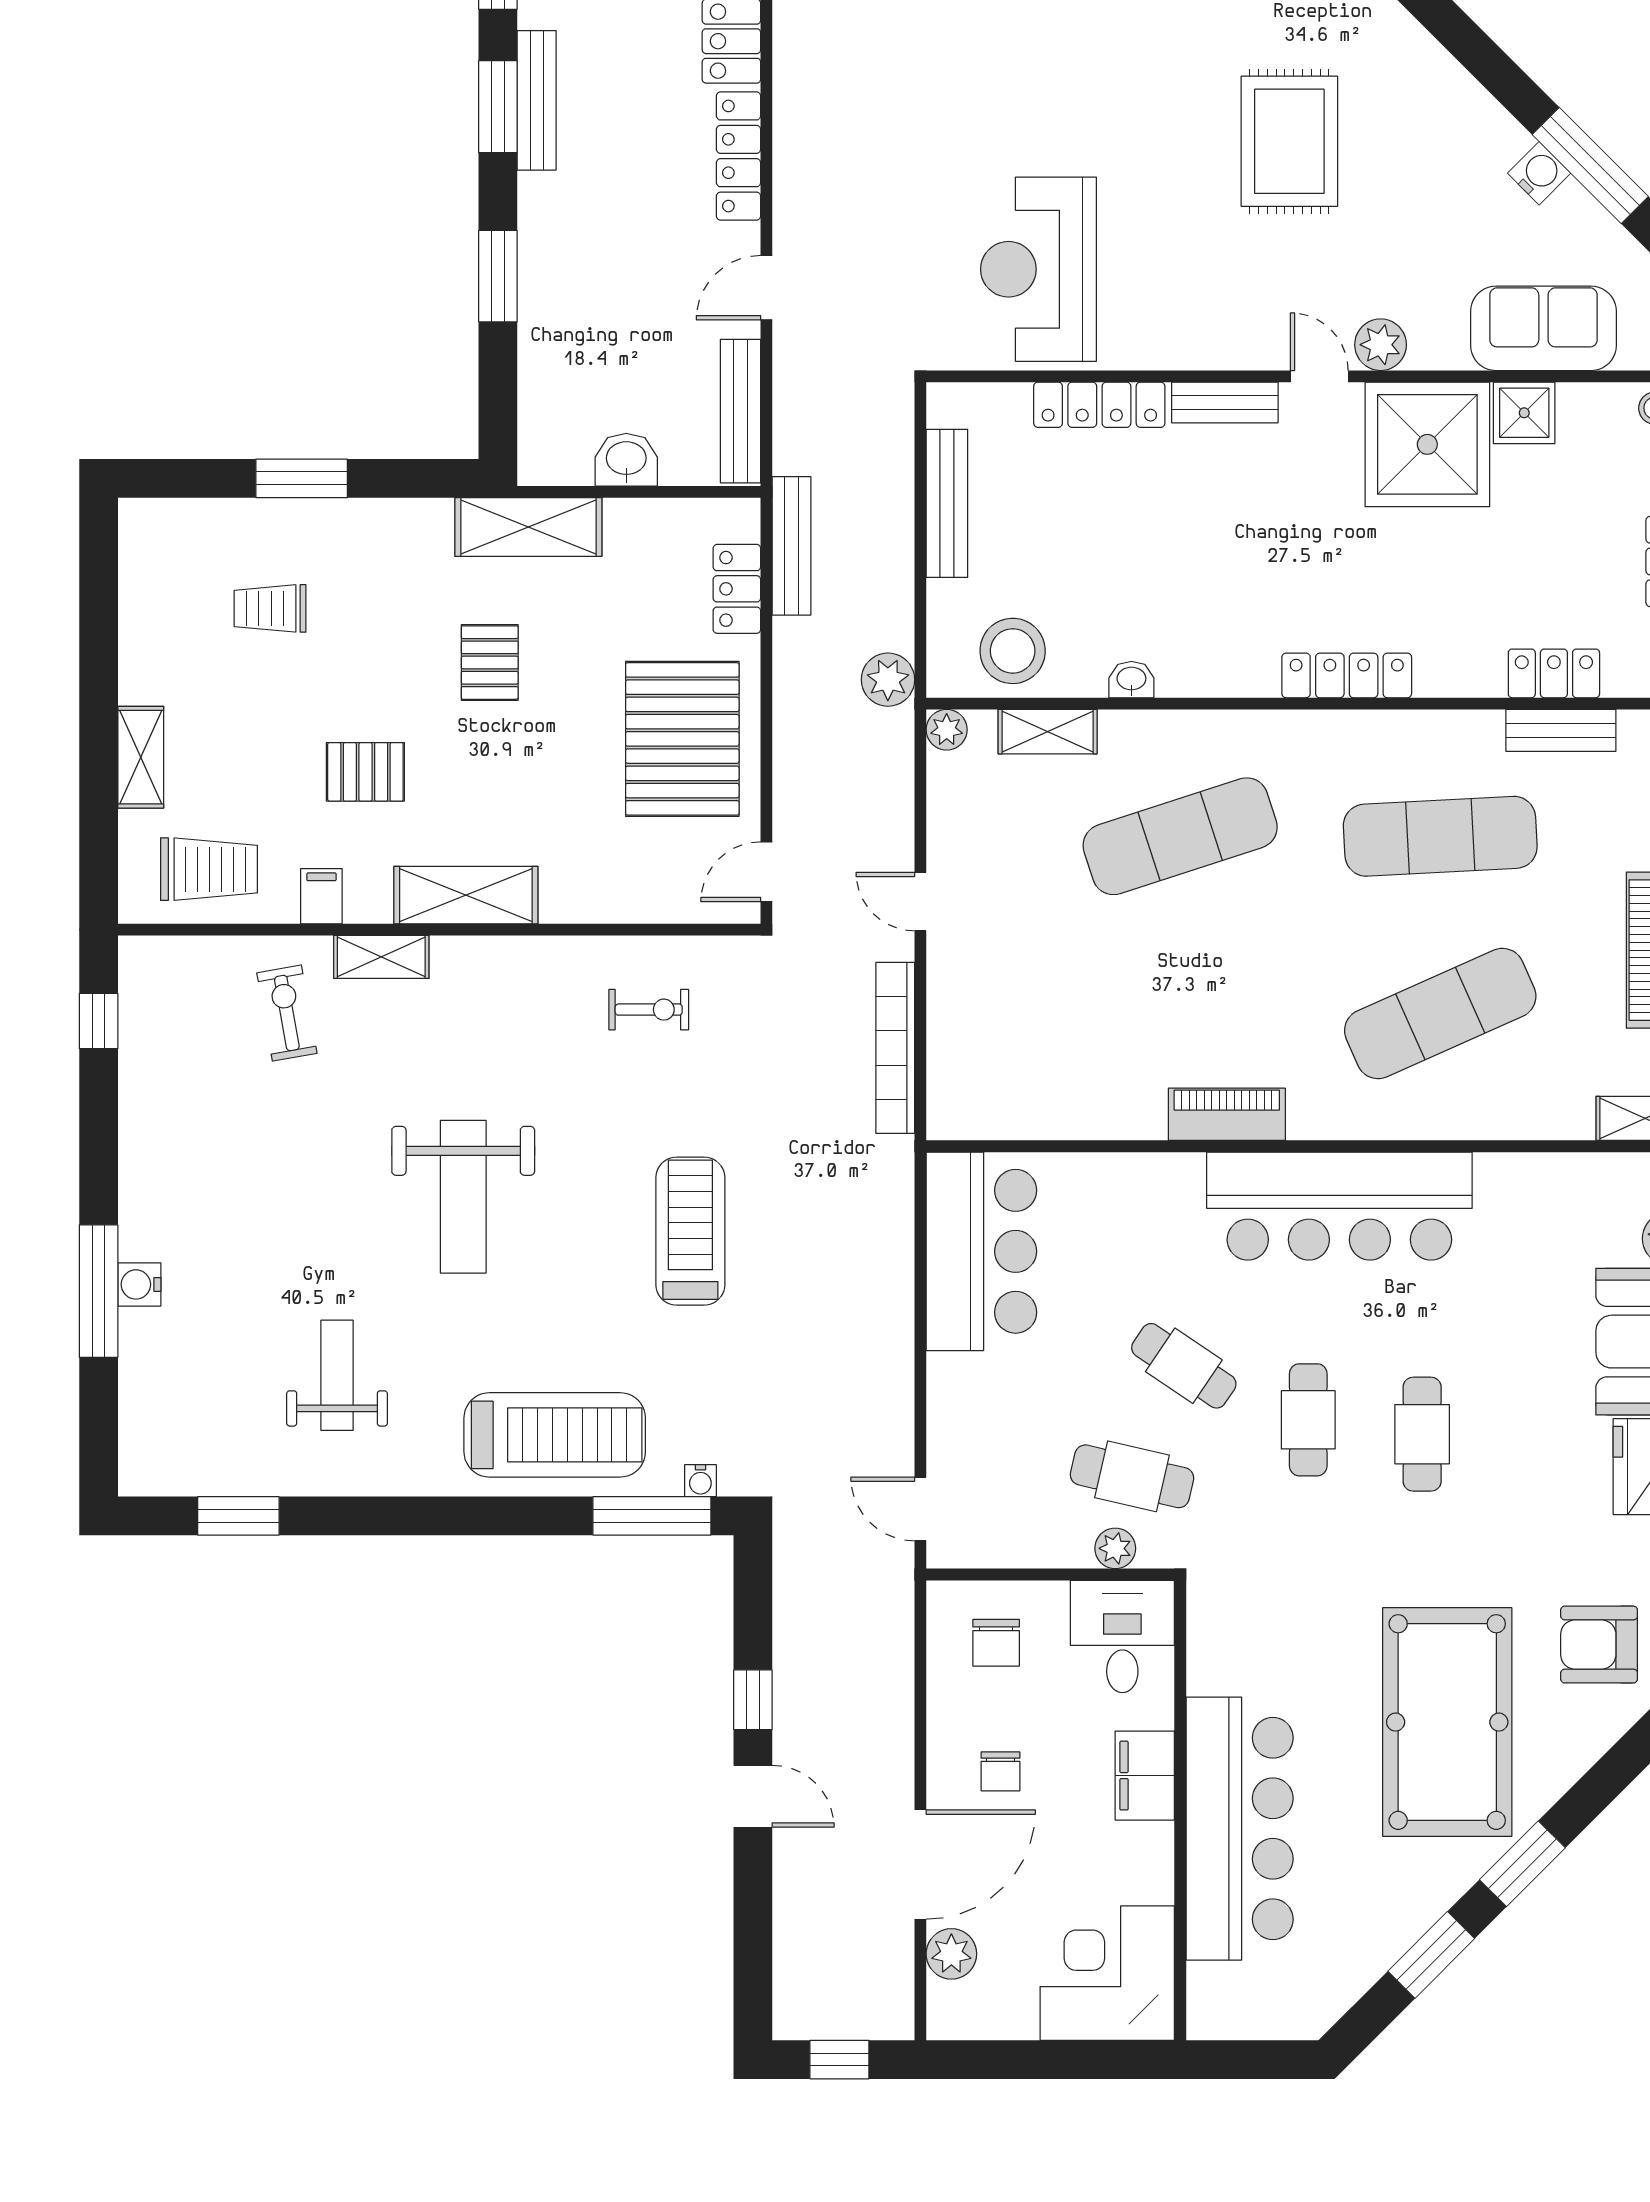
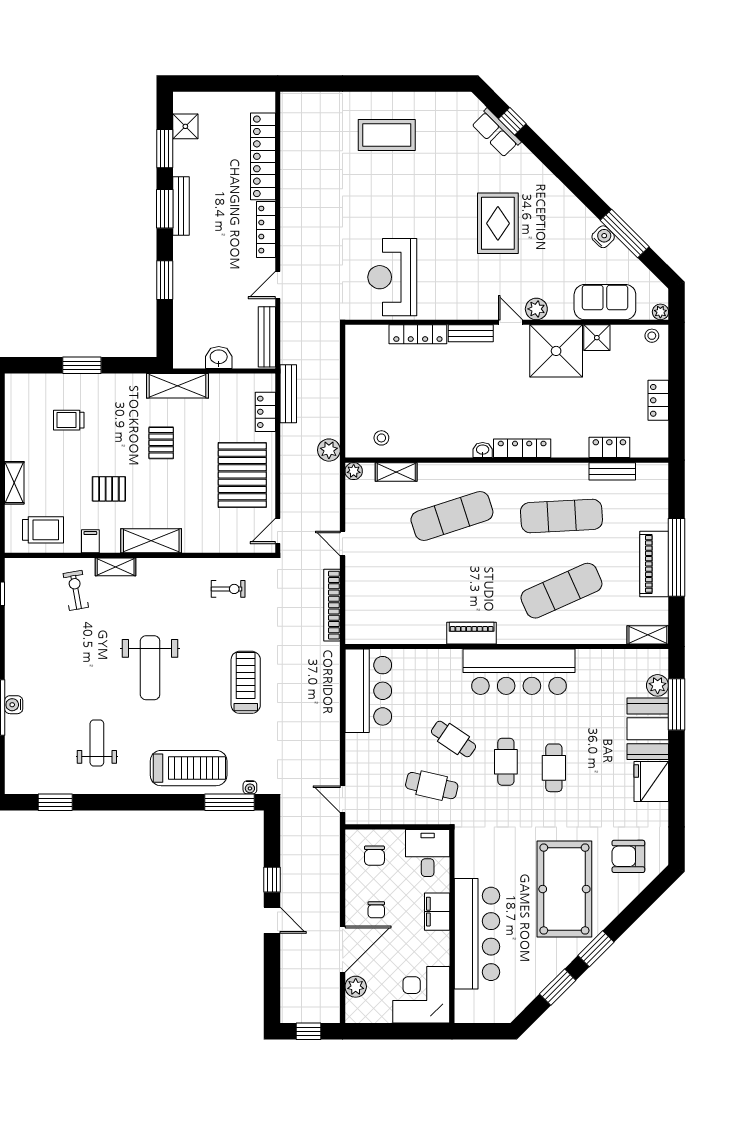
bench: (947, 503) -> (354, 376), removed
stool: (1013, 651) -> (381, 438), width x0.53, depth x0.53
washbasin: (1131, 680) -> (483, 450), moved
plant: (1115, 1548) -> (425, 816), removed

